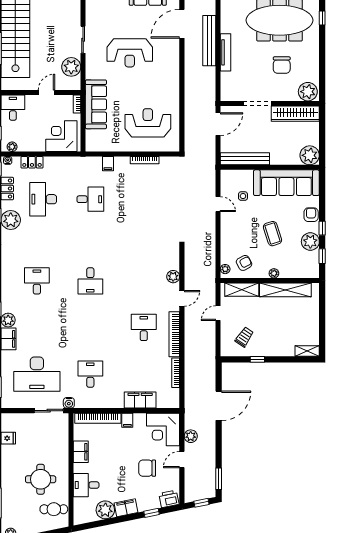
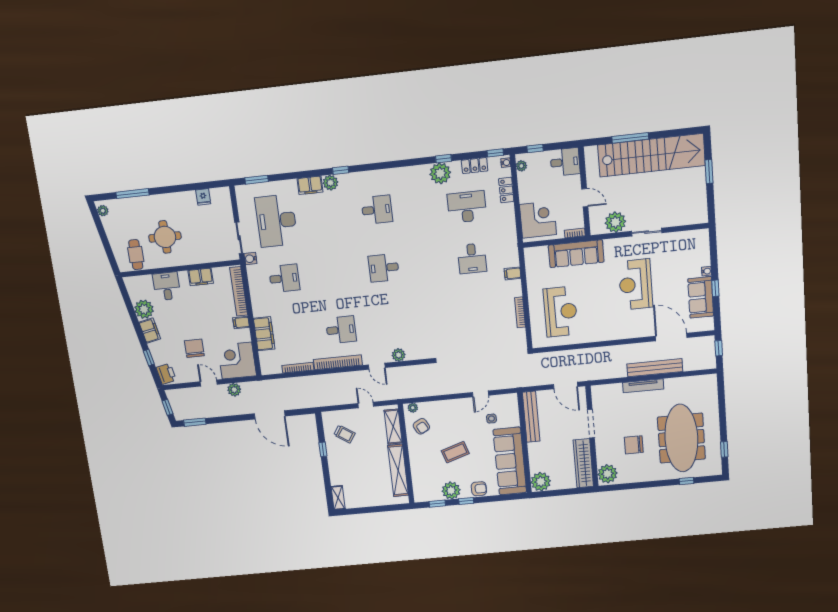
plant: (274, 273) -> (414, 457), removed

